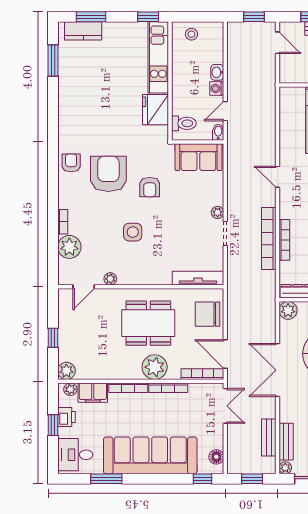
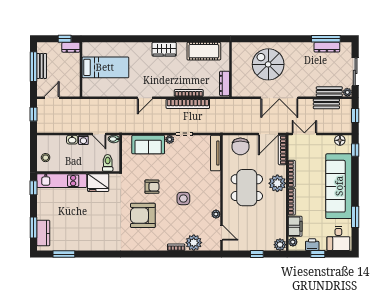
sofa: (198, 157) -> (148, 145), moved, turned 90
armchair: (71, 163) -> (135, 241), removed
plant: (288, 310) -> (238, 90), removed

